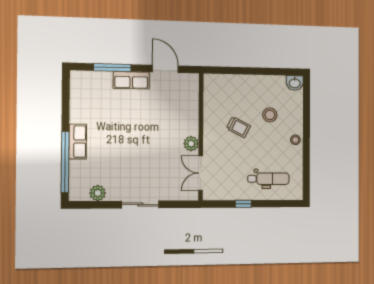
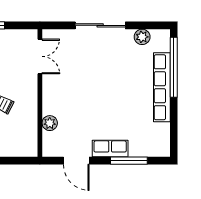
row of seats: (78, 142) -> (162, 87), width x2.02
plant: (191, 144) -> (50, 123), moved
sliding door: (140, 205) -> (100, 25), width x1.37

